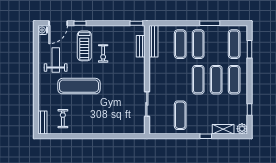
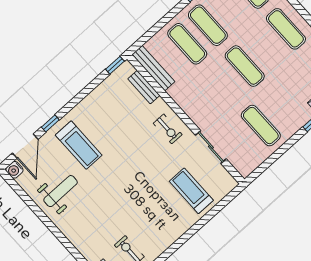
exercise bike: (103, 53) -> (168, 129), moved
weight bench: (56, 60) -> (61, 191), turned 90
exercise mat: (216, 80) -> (265, 47), removed
exercise mat: (79, 86) -> (114, 197), removed
treadmill: (119, 117) -> (191, 191), added

